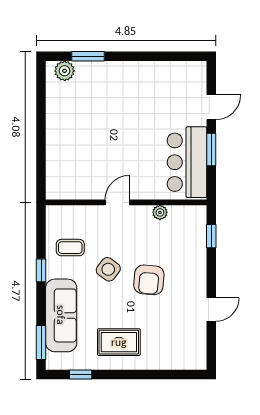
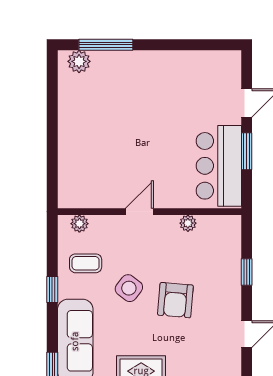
window: (88, 56) -> (106, 45), width x1.44
plant: (65, 213) -> (79, 224), added
window: (211, 236) -> (247, 272), moved

